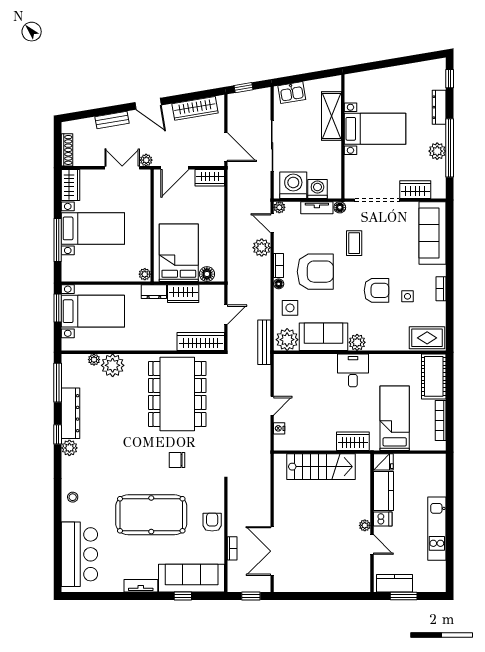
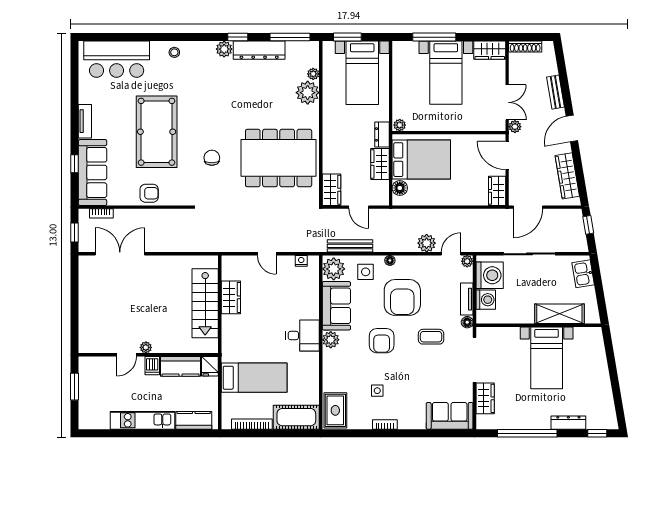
plant: (437, 151) -> (524, 421), removed
sofa: (432, 233) -> (450, 416), width x0.73
bookcase: (278, 265) -> (408, 260), removed
armchair: (377, 290) -> (382, 341), moved
window: (58, 308) -> (347, 37), moved
wardrobe: (201, 342) -> (332, 190), width x0.67
bench: (264, 342) -> (350, 246), moved
nightstand: (279, 428) -> (301, 261), moved
wardrobe: (353, 441) -> (231, 297), moved
bookcase: (232, 548) -> (101, 213), moved
kitchen counter: (395, 583) -> (194, 420), moved, turned -90

